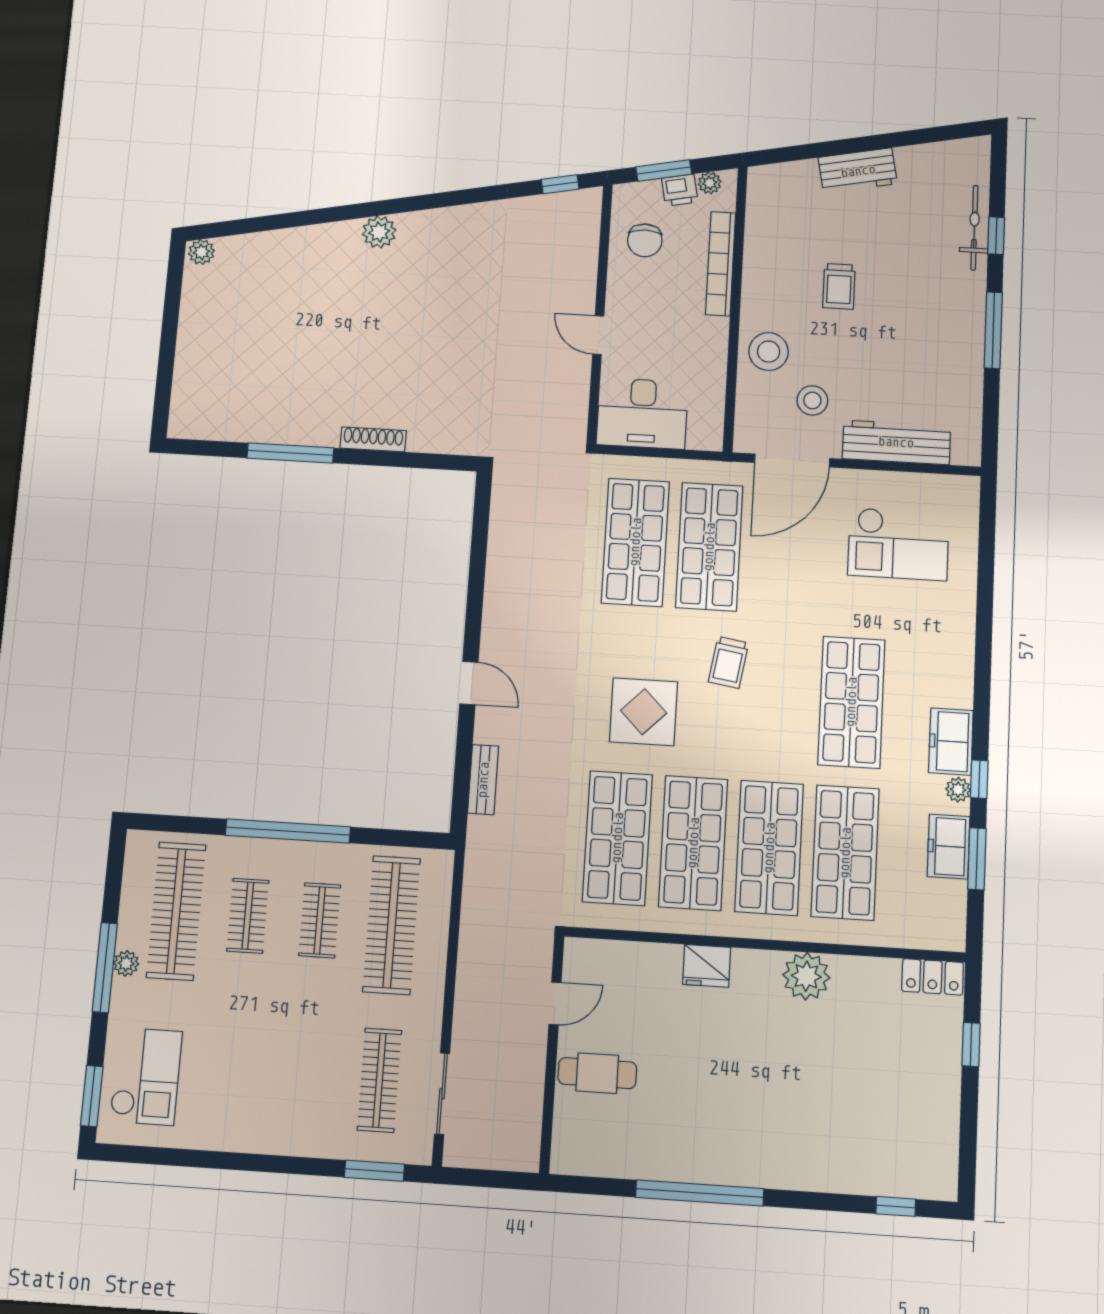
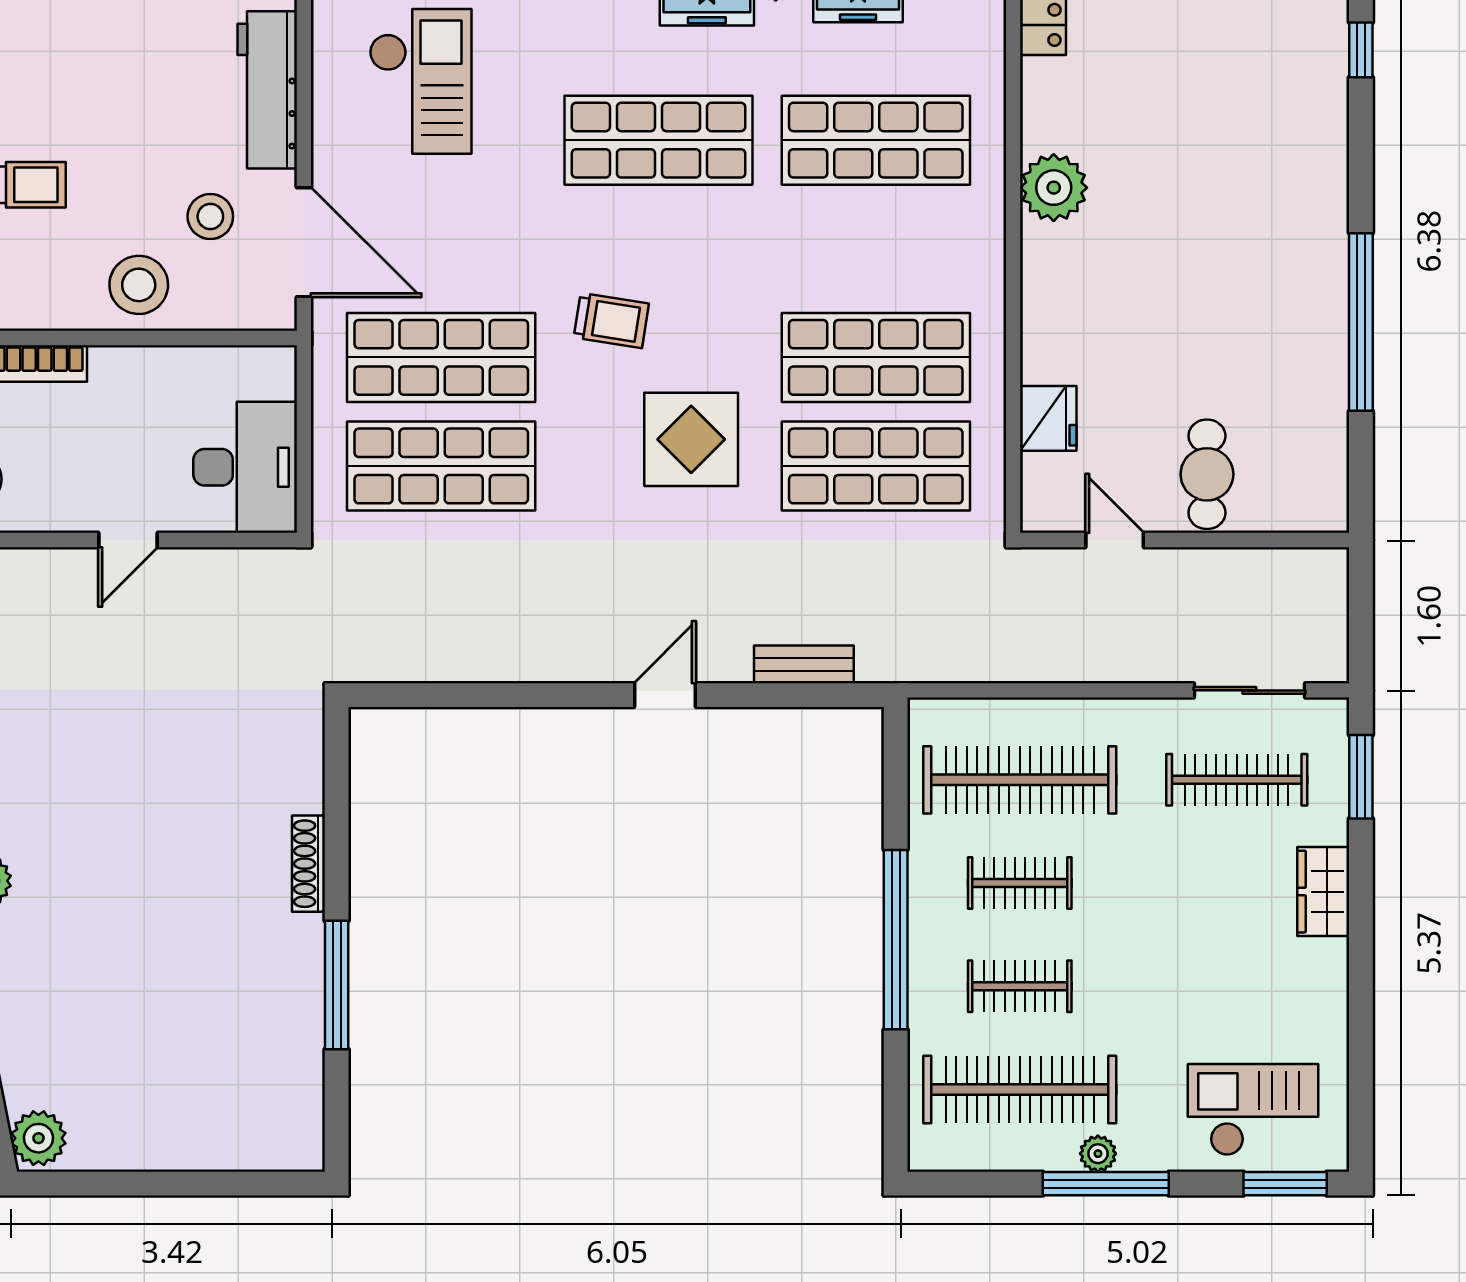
plant: (201, 252) -> (38, 1138), width x1.38, depth x1.38
shop shelf: (769, 848) -> (876, 249), removed
fridge: (707, 966) -> (1048, 418), moved
wardrobe: (295, 1138) -> (1323, 892), added

